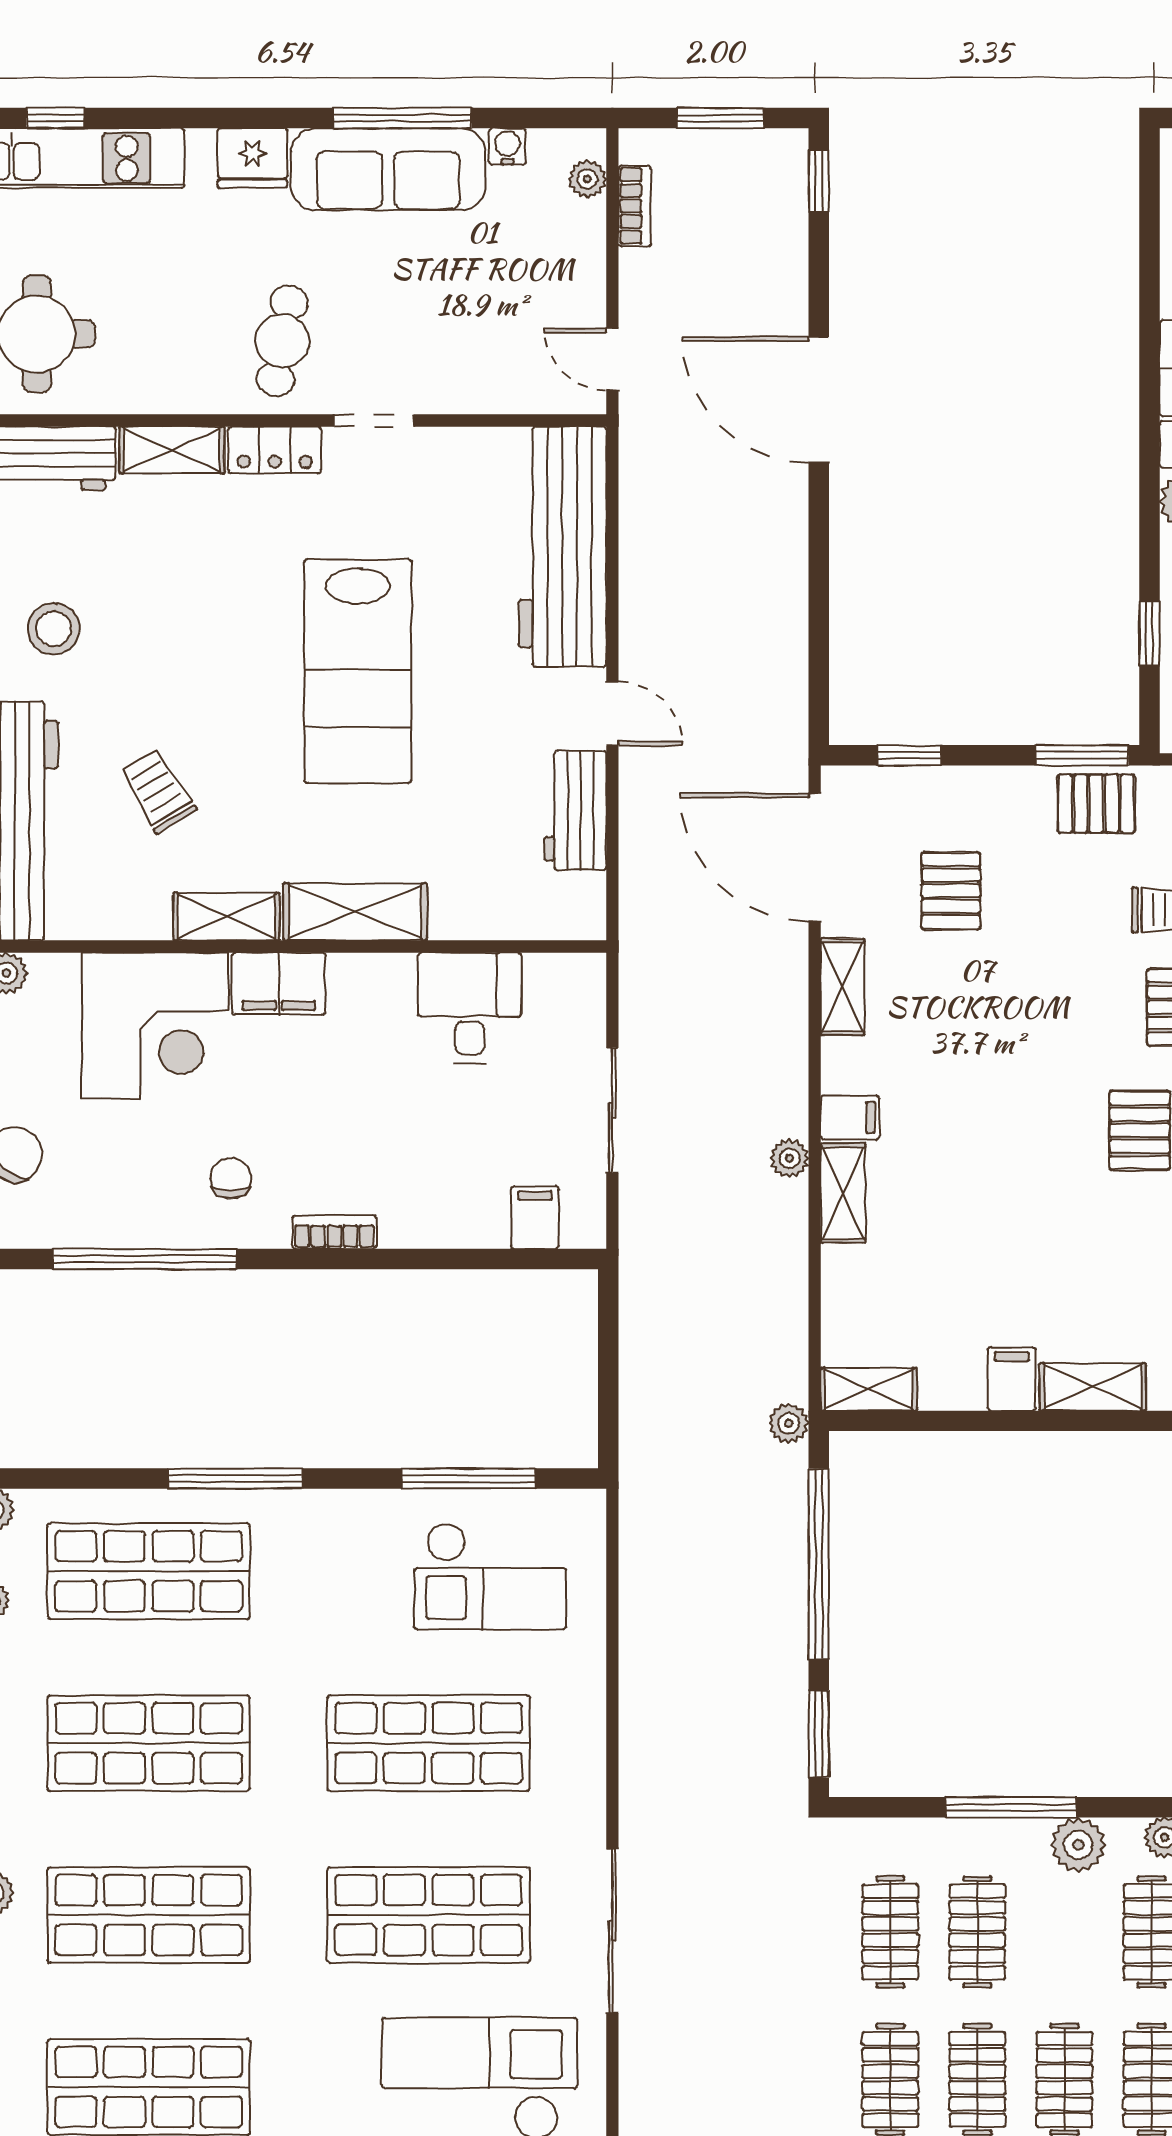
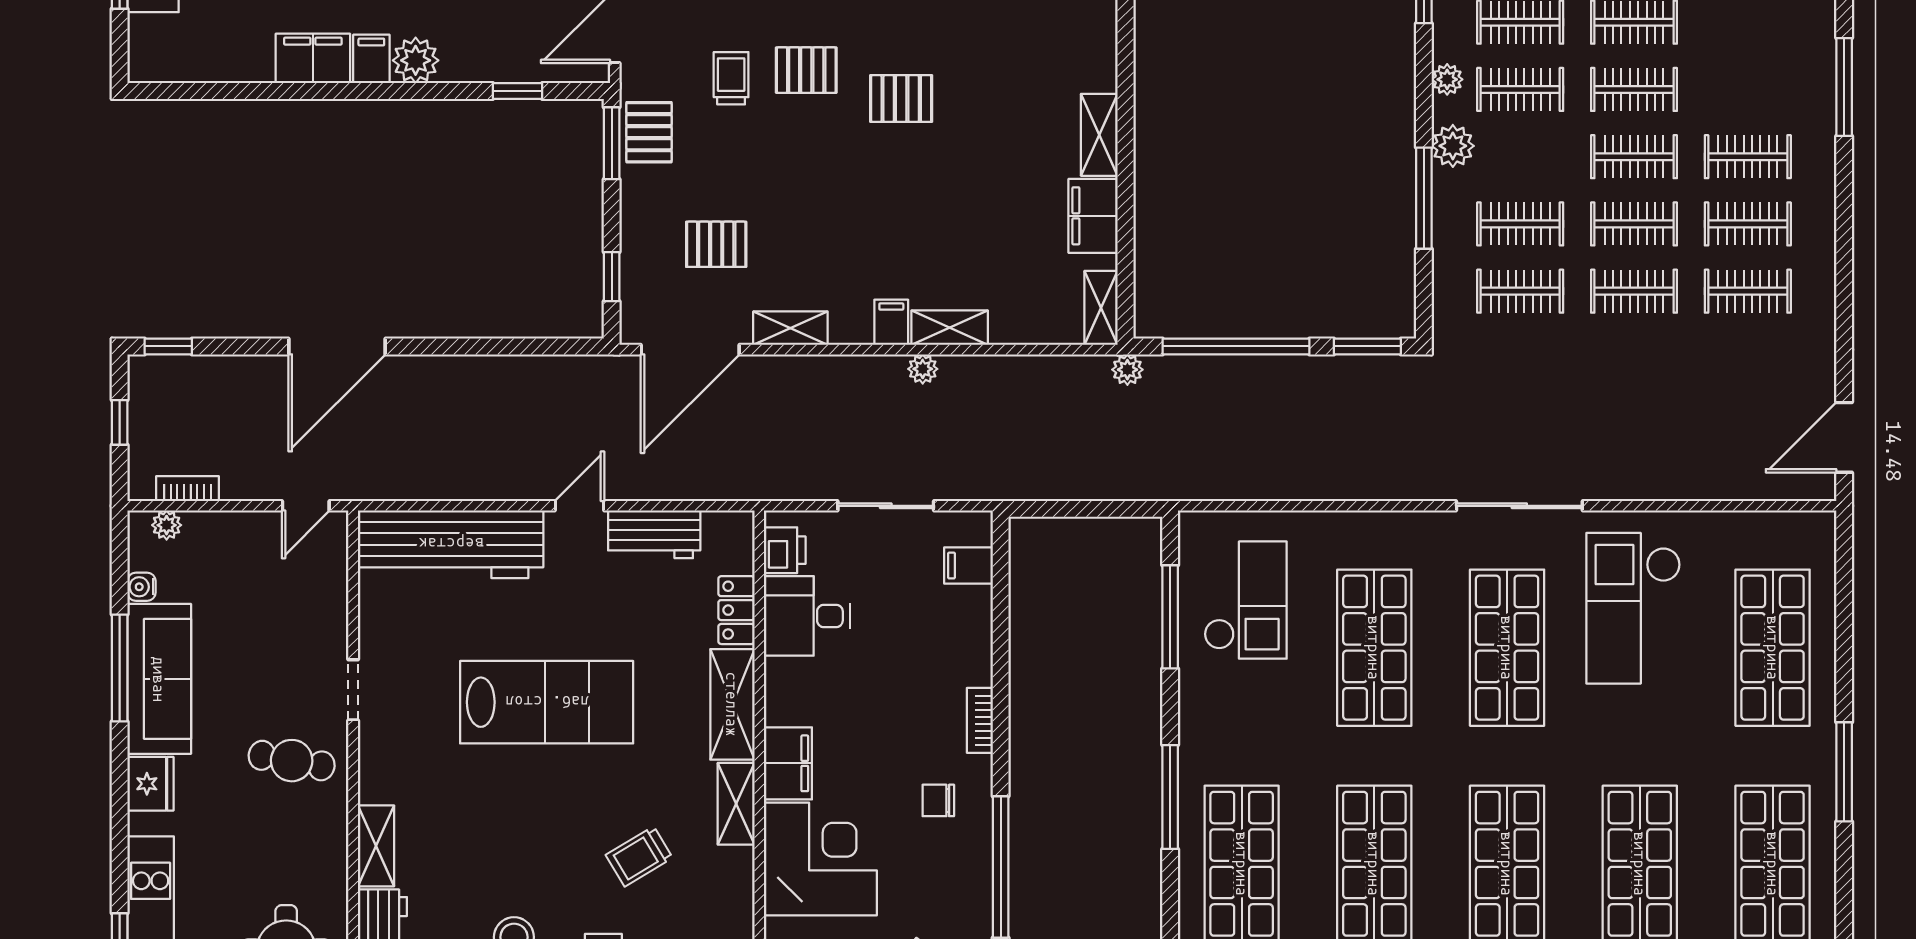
window: (720, 118) -> (120, 422), width x0.67
locker: (275, 450) -> (736, 610), moved, turned 180
printer: (555, 979) -> (785, 550), added
filing cabinet: (1012, 1379) -> (1093, 216), width x2.00

